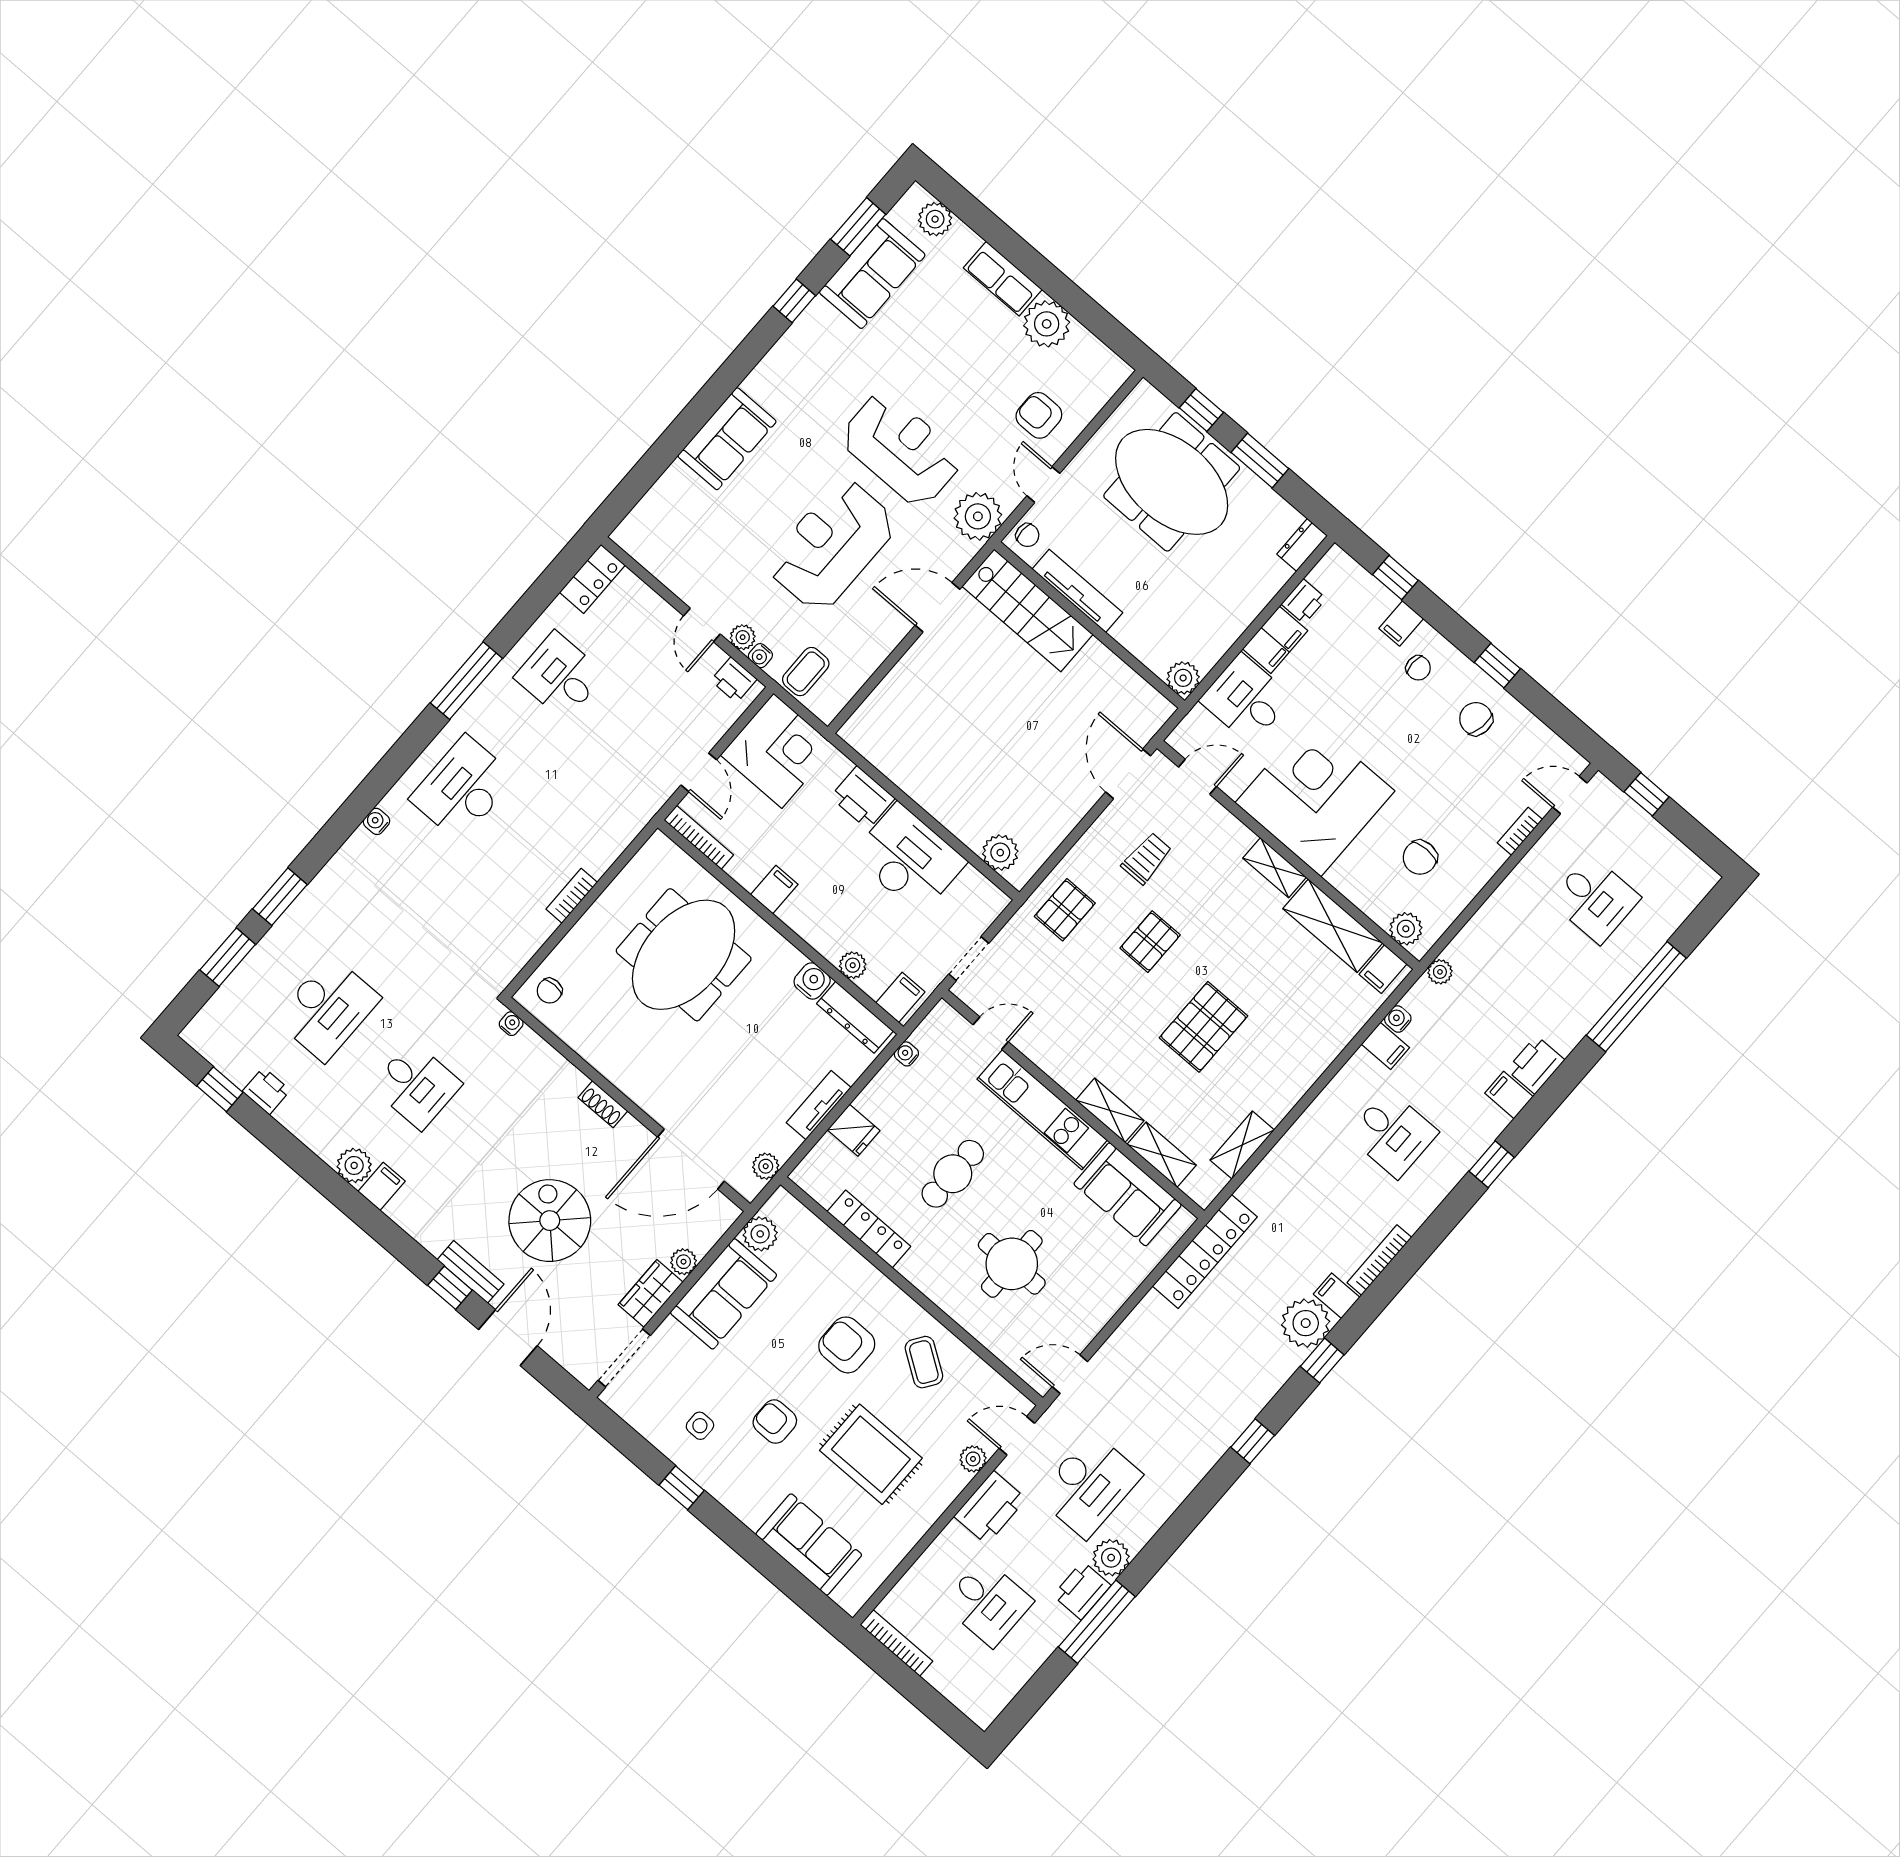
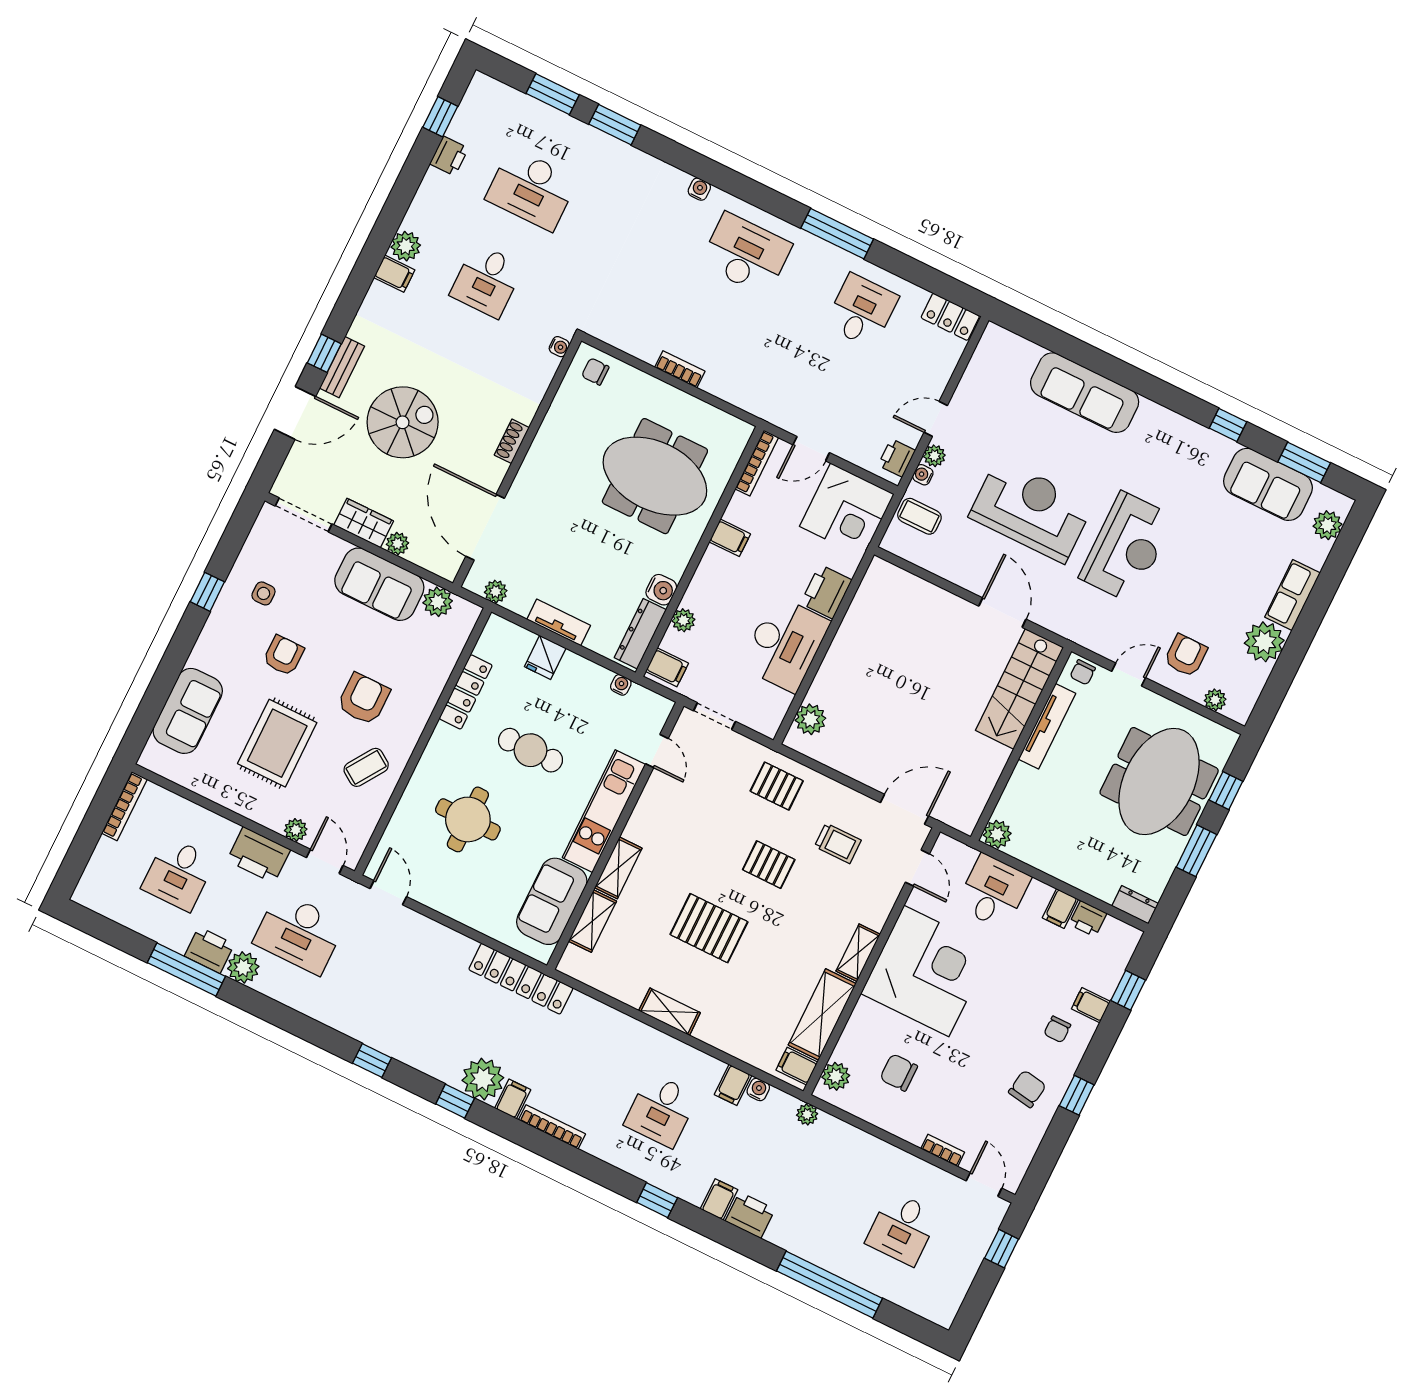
sofa: (727, 439) -> (1085, 393), width x1.36
plant: (978, 516) -> (1215, 700), moved, width x0.53, depth x0.53
filing cabinet: (1275, 640) -> (1060, 908), width x0.50
shelving: (1242, 1145) -> (670, 1012), moved

